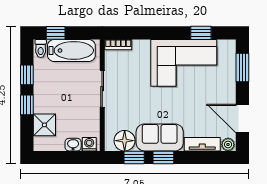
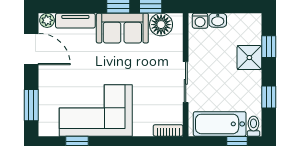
window: (27, 105) -> (269, 47), moved
shower: (44, 125) -> (249, 58), moved

